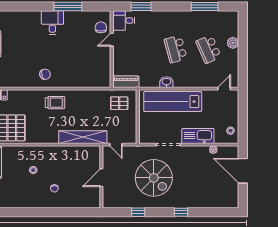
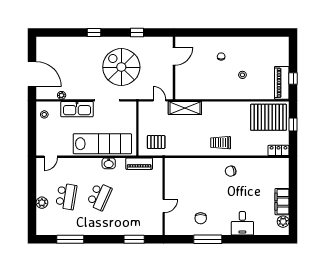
desk: (124, 21) -> (152, 225), removed
desk: (52, 22) -> (242, 223), moved
chair: (101, 27) -> (201, 218), moved
school desk: (176, 49) -> (99, 196), turned 39
school desk: (209, 49) -> (66, 196), turned 33
piano: (126, 82) -> (139, 164), moved
shelving: (83, 137) -> (185, 108), width x0.68
door: (101, 178) -> (174, 56), moved

